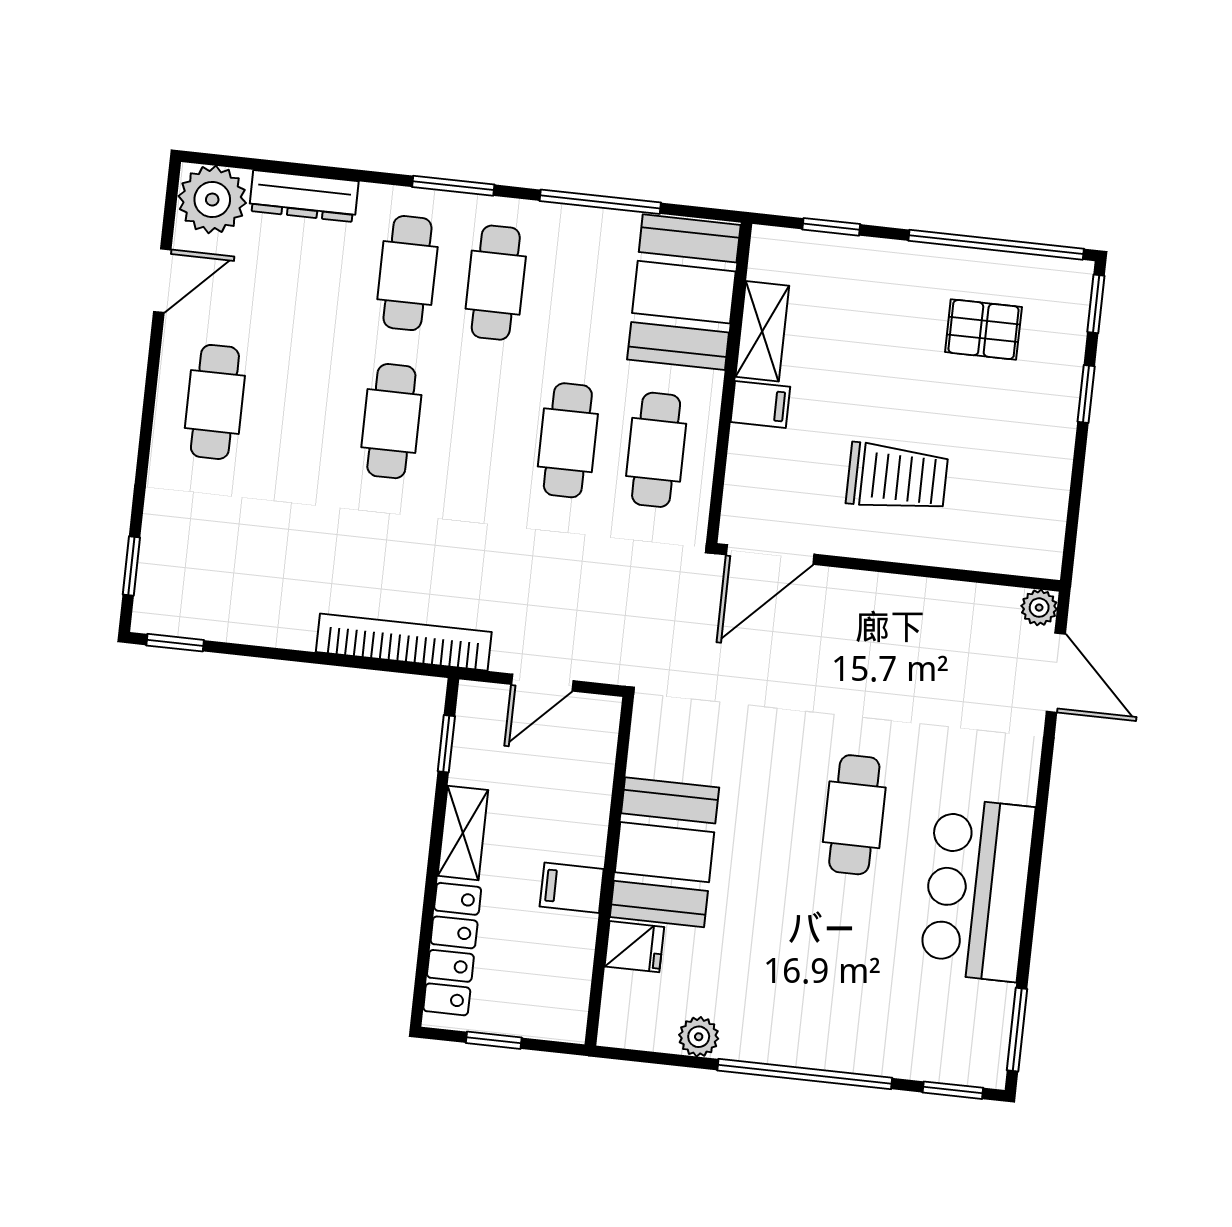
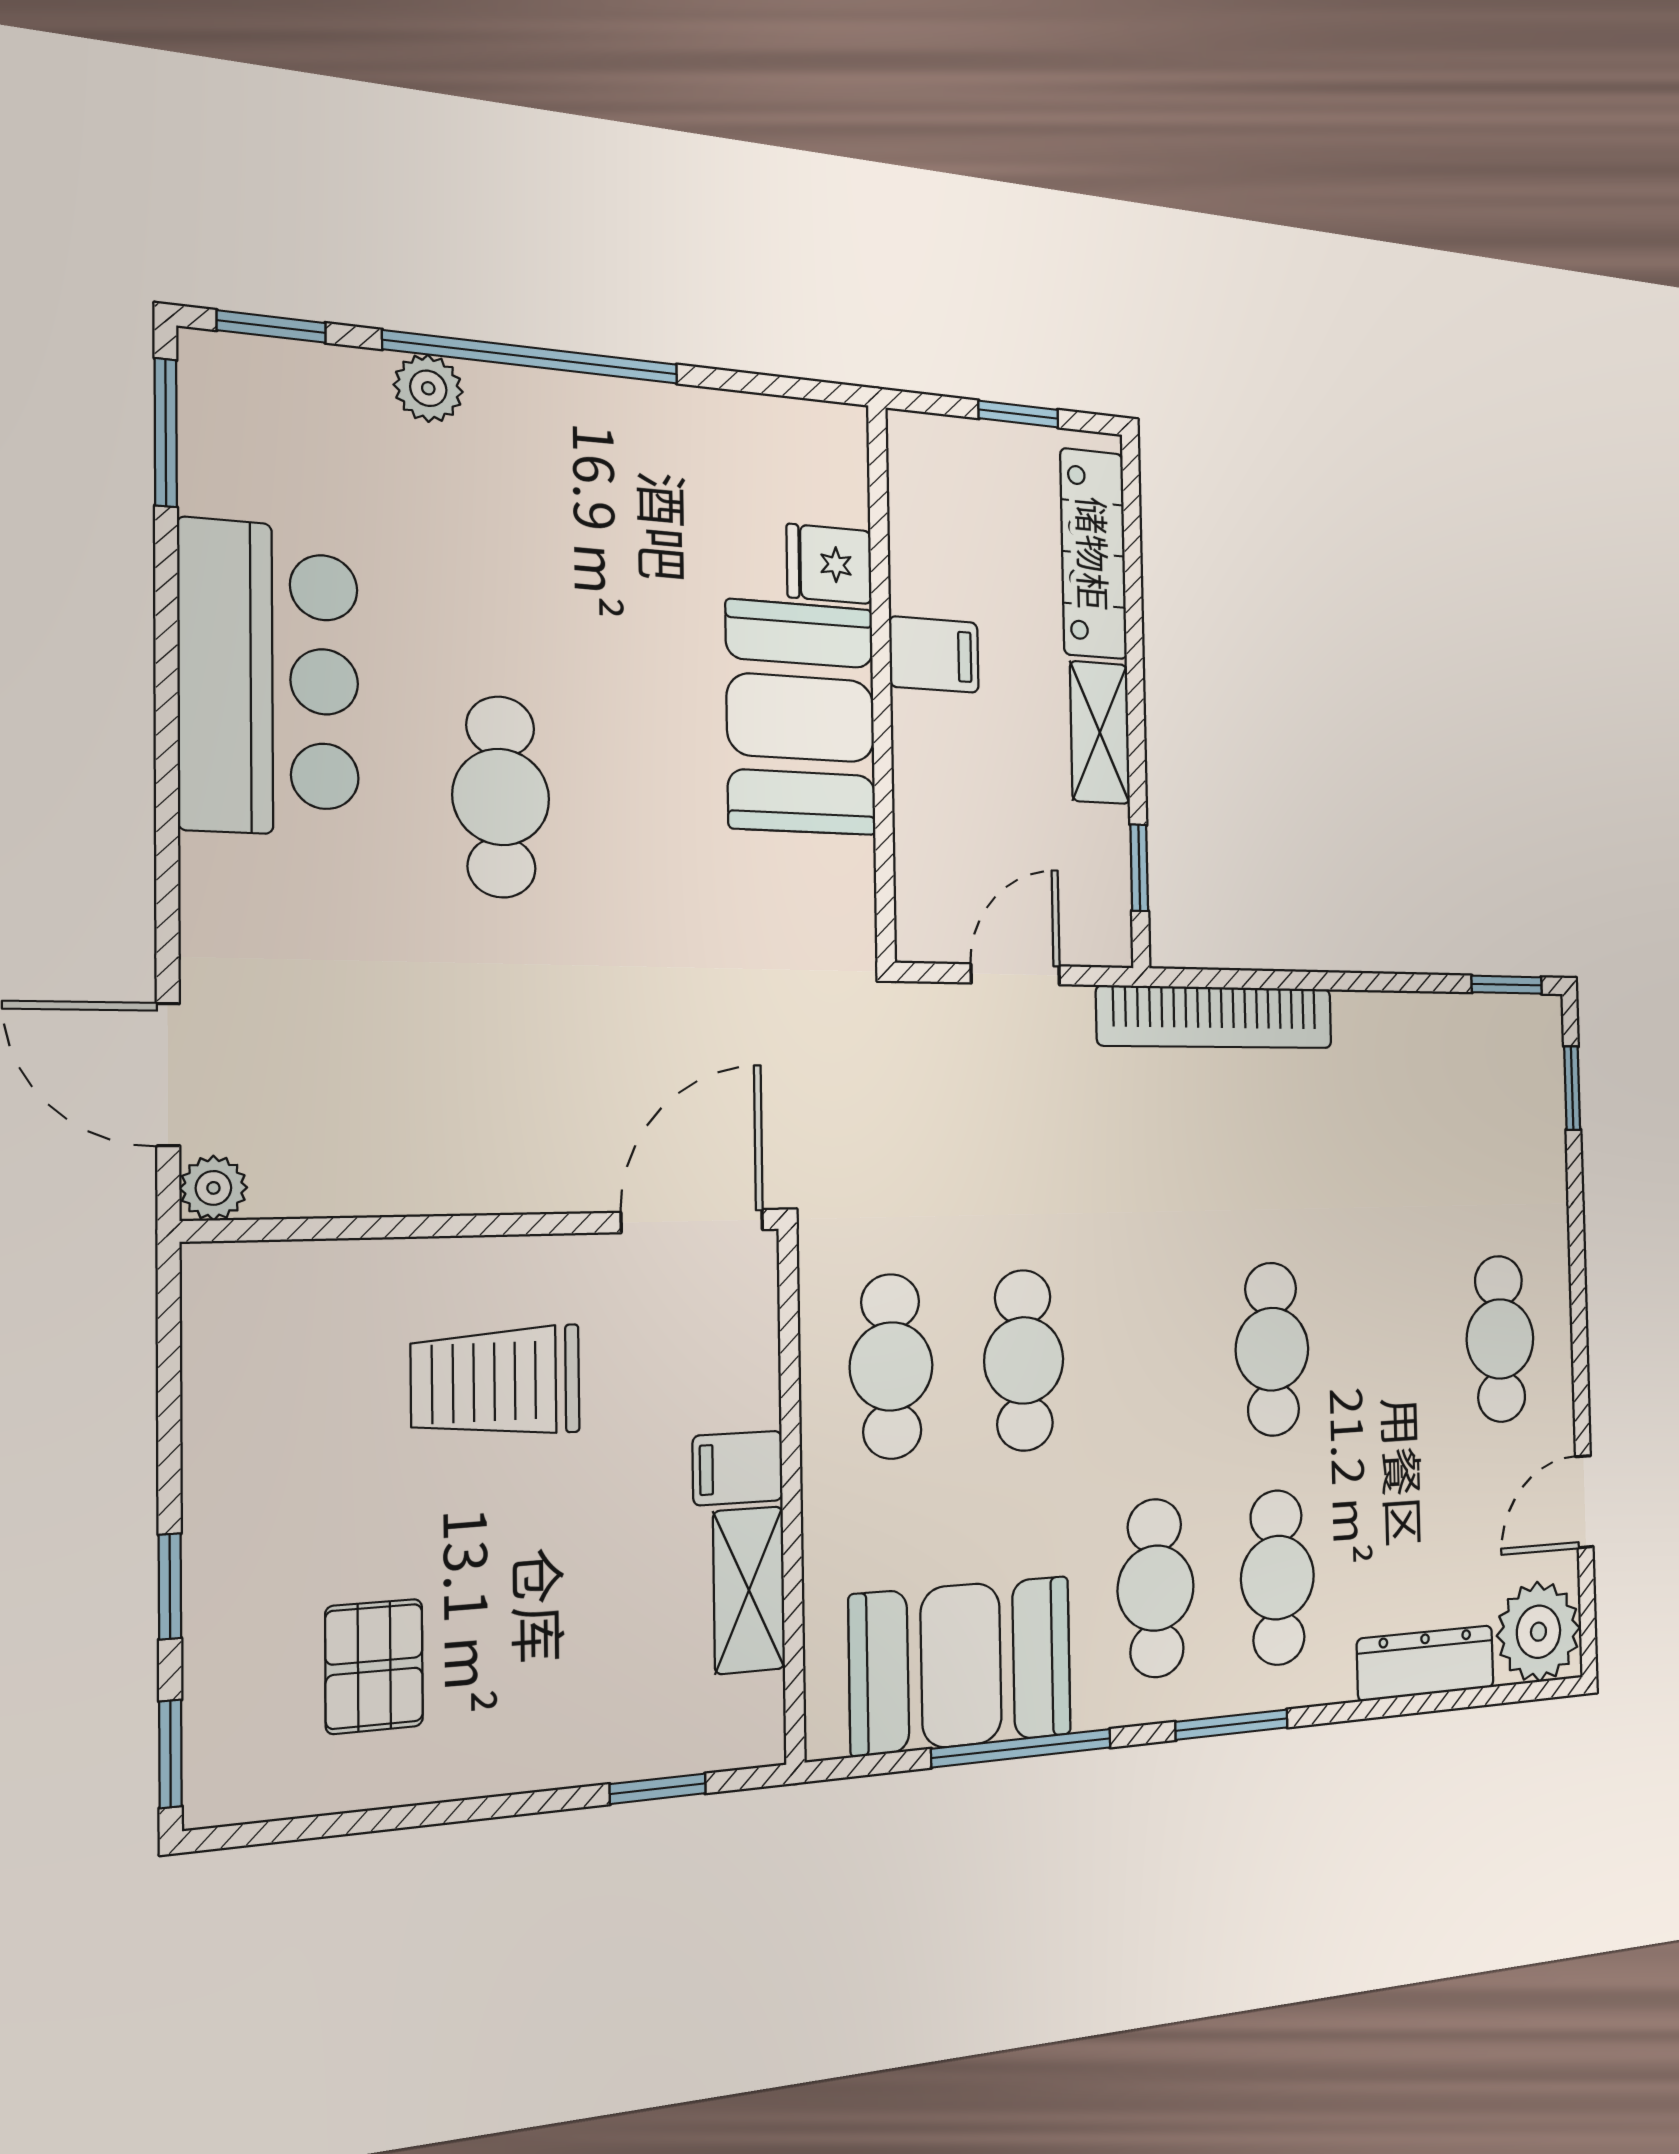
window: (996, 245) -> (369, 1821), removed
booth: (684, 292) -> (961, 1665), moved, turned 90
pallet: (983, 330) -> (374, 1666), turned 90
plant: (699, 1037) -> (428, 388), moved

